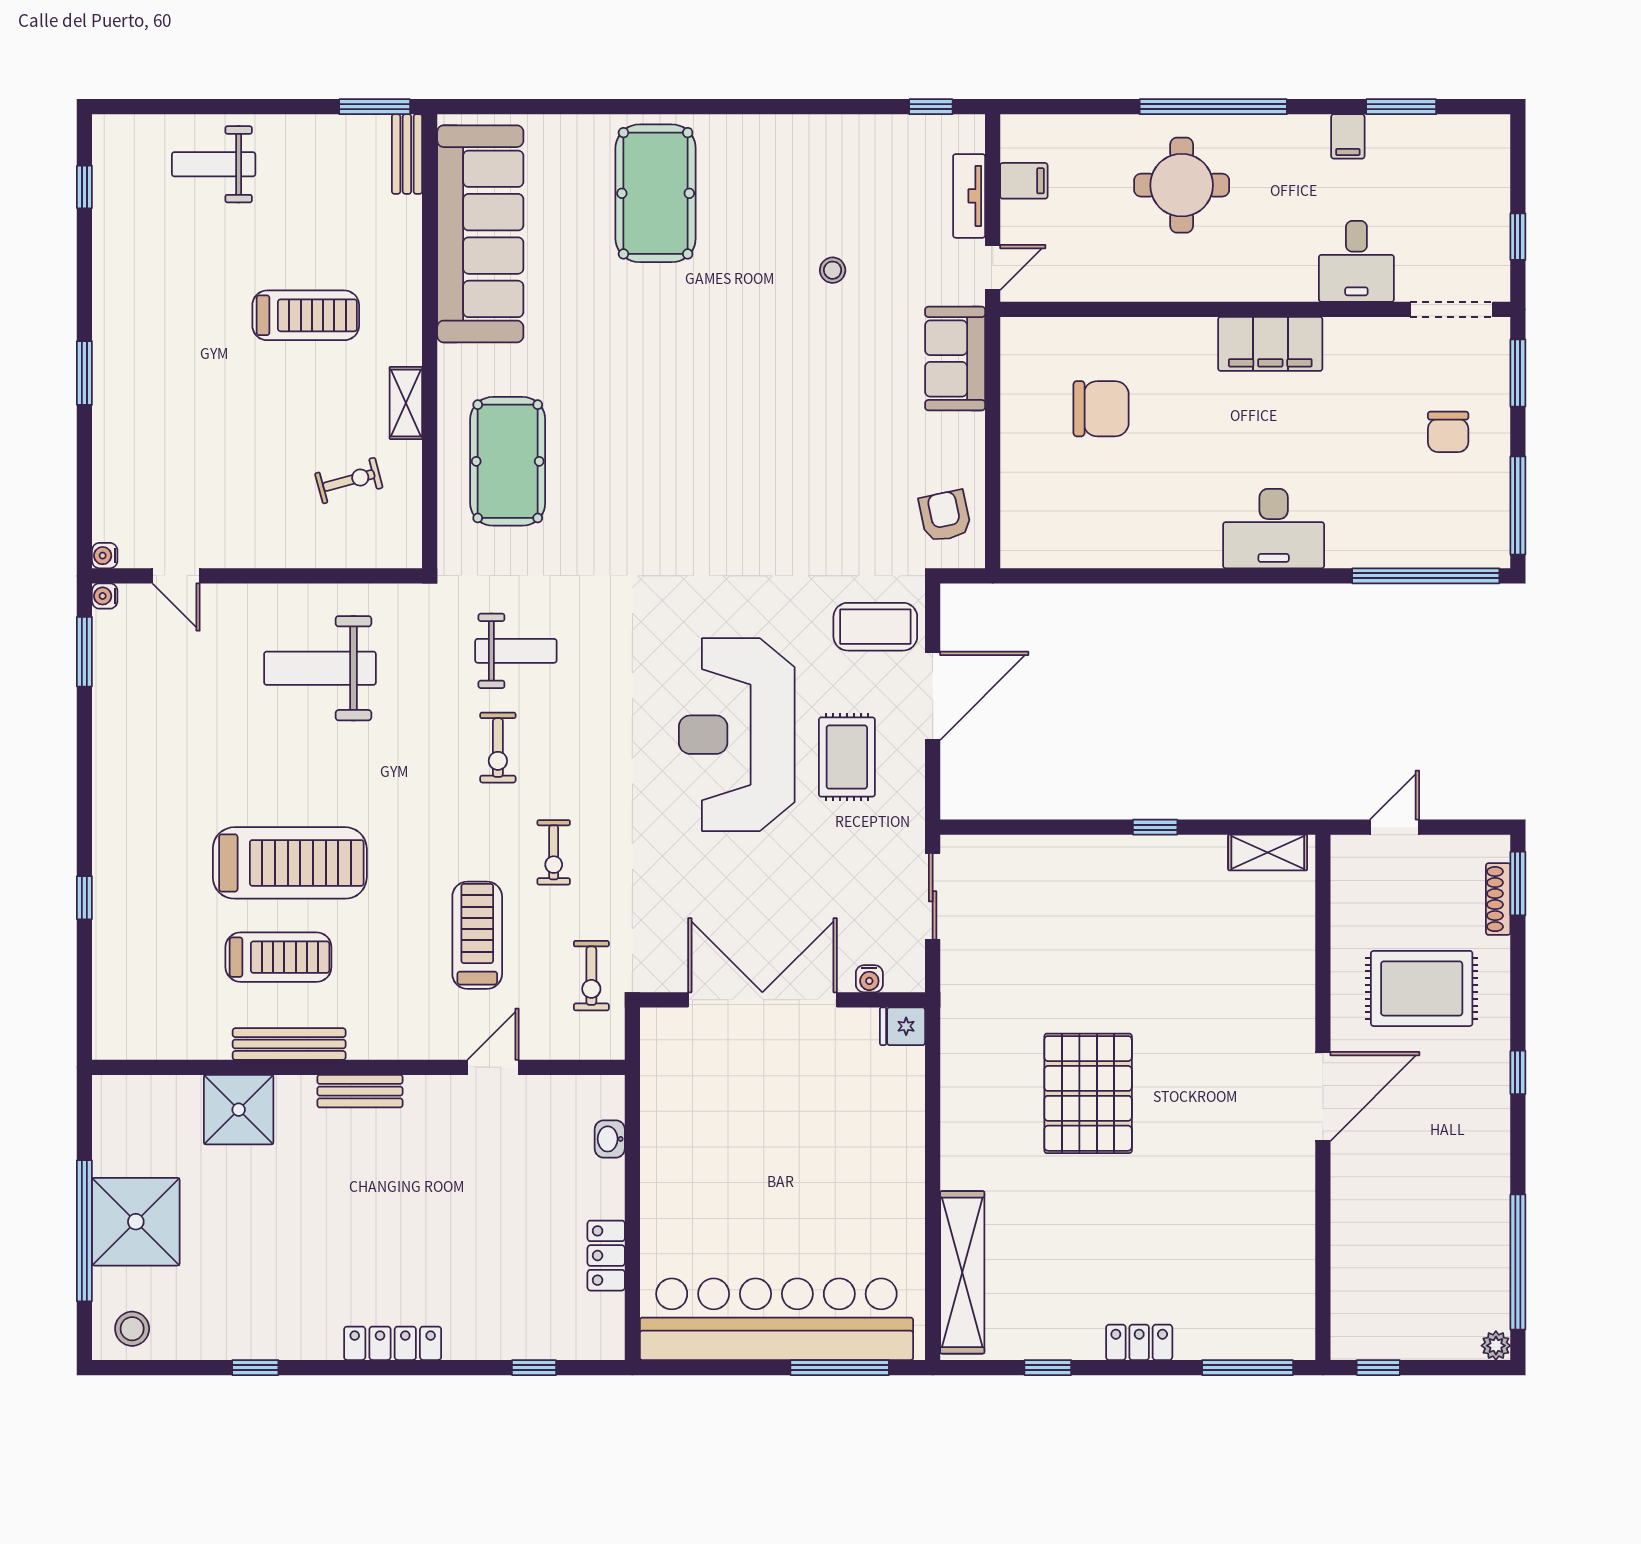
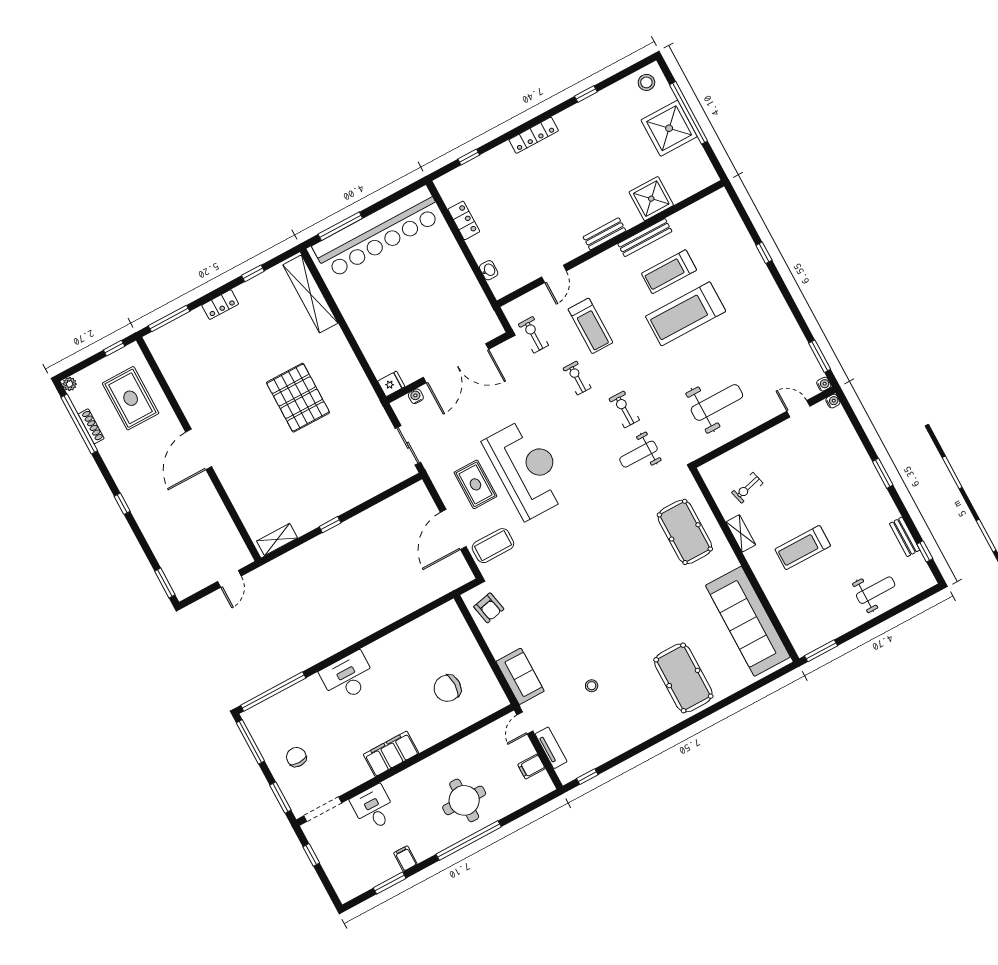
bench: (407, 154) -> (905, 537), moved
shoe rack: (1498, 899) -> (91, 426), moved
rug: (1422, 988) -> (131, 398), moved, turned 90

